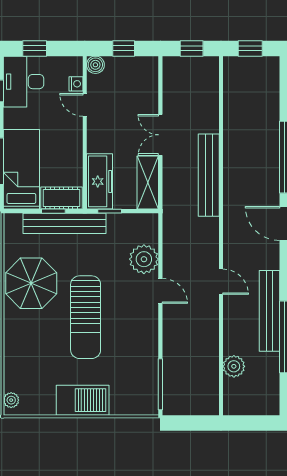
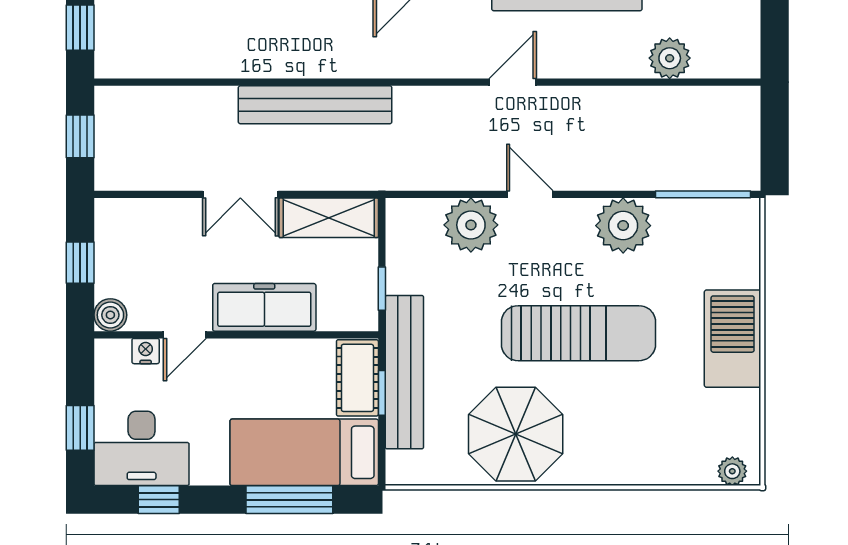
freezer: (100, 181) -> (264, 307), moved
door: (160, 291) -> (530, 194), hinge flipped
plant: (144, 341) -> (623, 226), added

